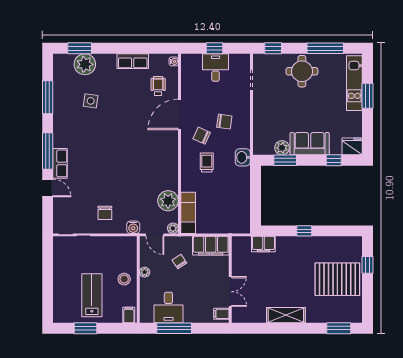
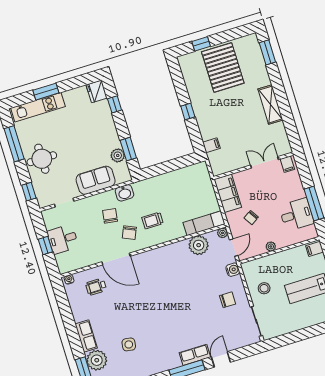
row of seats: (133, 61) -> (86, 336), moved
sofa: (310, 144) -> (96, 180), moved, turned 90
washbasin: (243, 157) -> (124, 193), moved
filing cabinet: (263, 244) -> (211, 145), width x0.50
stool: (124, 279) -> (264, 288), moved

